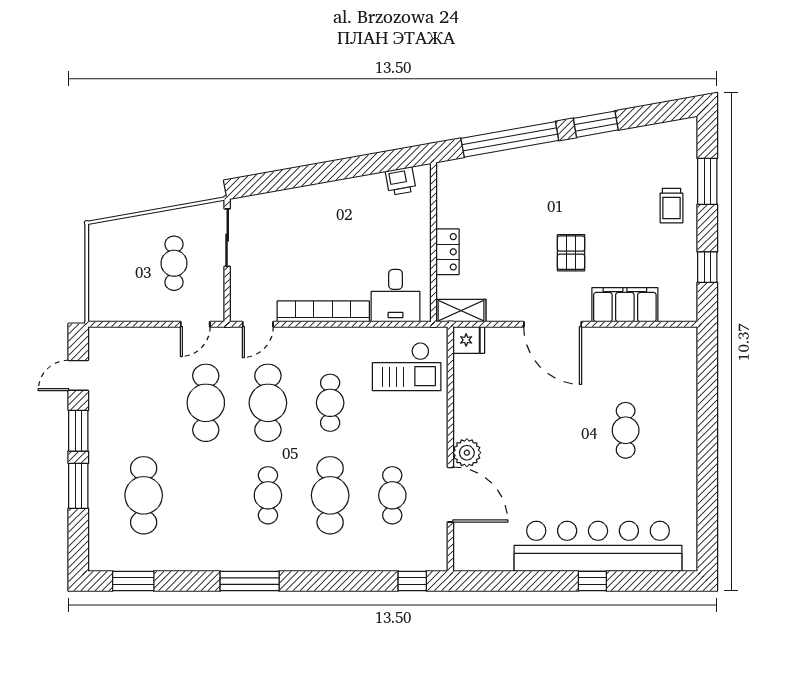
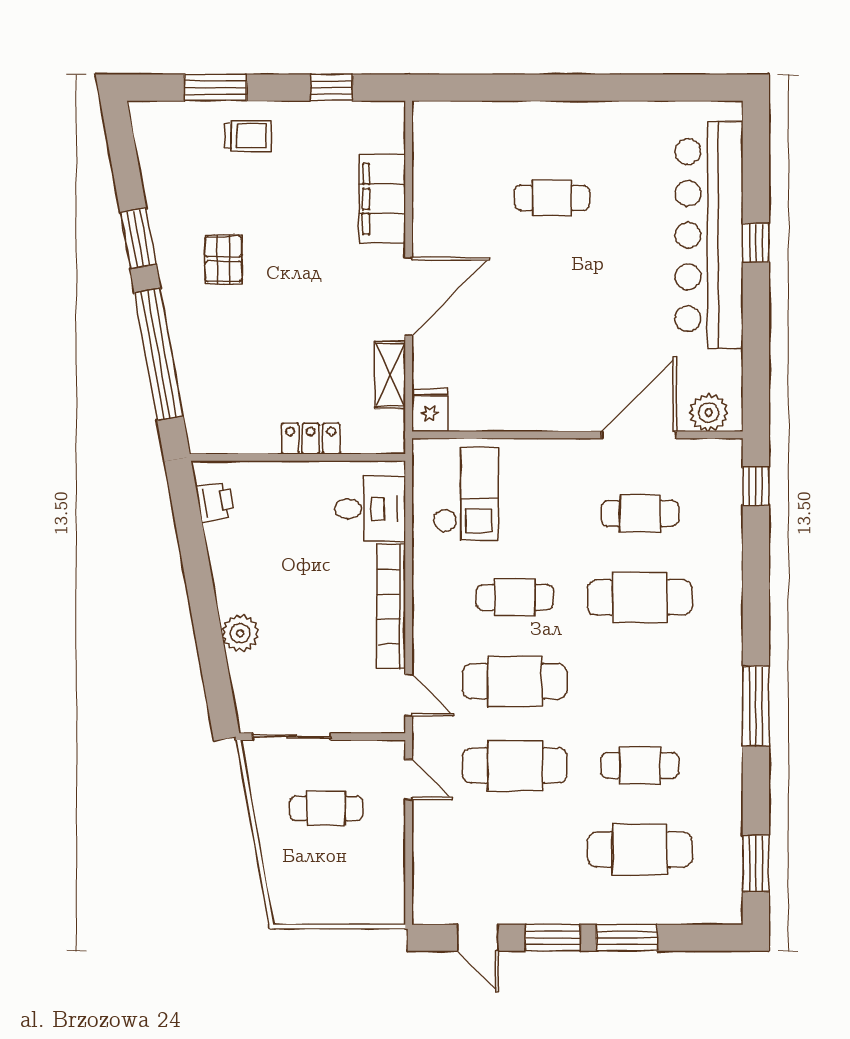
plant: (304, 200) -> (240, 633), added
pallet: (571, 253) -> (223, 259), moved, turned 90
shelving: (461, 311) -> (390, 375), moved
plant: (467, 453) -> (709, 413), moved
cafe table: (268, 495) -> (640, 765), moved

